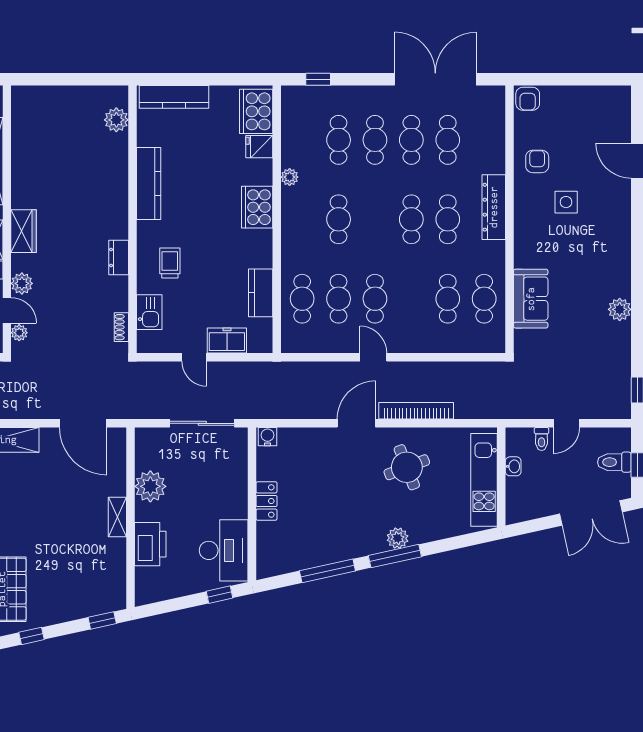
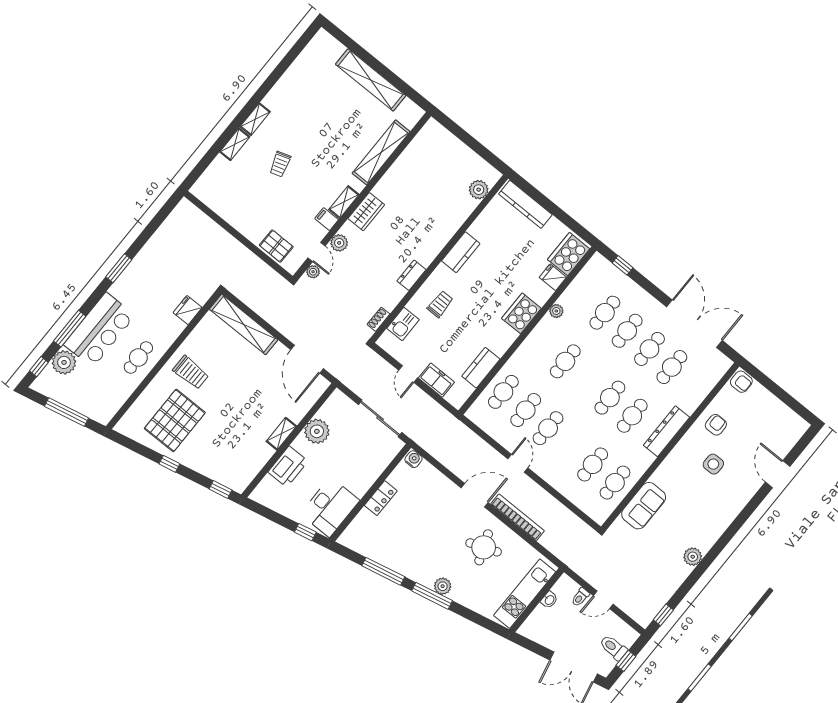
armchair: (528, 99) -> (741, 382), turned -90
kitchen counter: (149, 184) -> (461, 252), width x0.67

